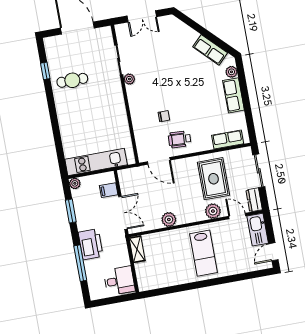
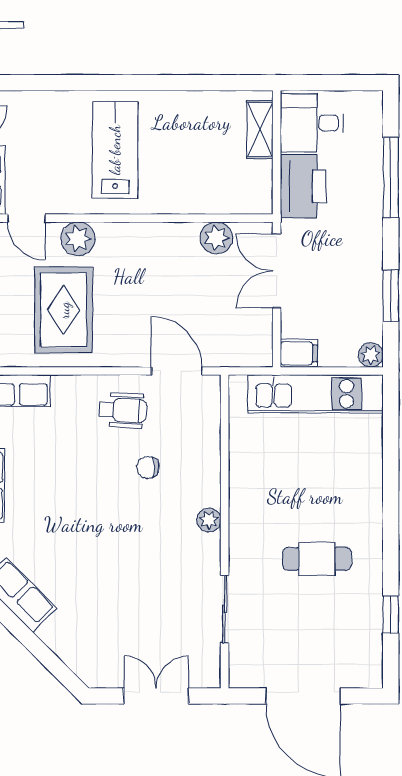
plant: (129, 79) -> (209, 520), moved
cafe table: (72, 80) -> (317, 559), moved
filing cabinet: (109, 190) -> (299, 353), moved
plant: (169, 220) -> (217, 238), moved
printer: (91, 244) -> (303, 186), moved, turned 180
shelving: (137, 249) -> (260, 129), moved

